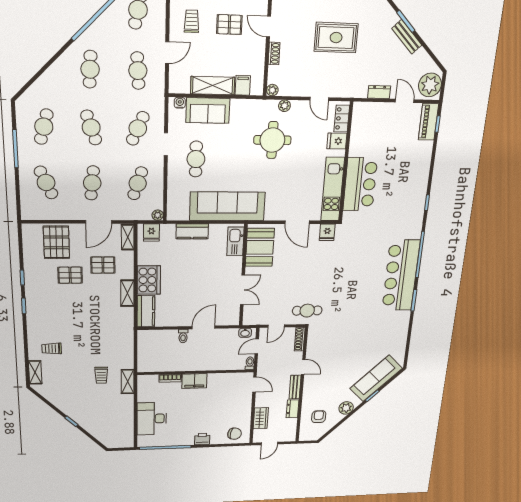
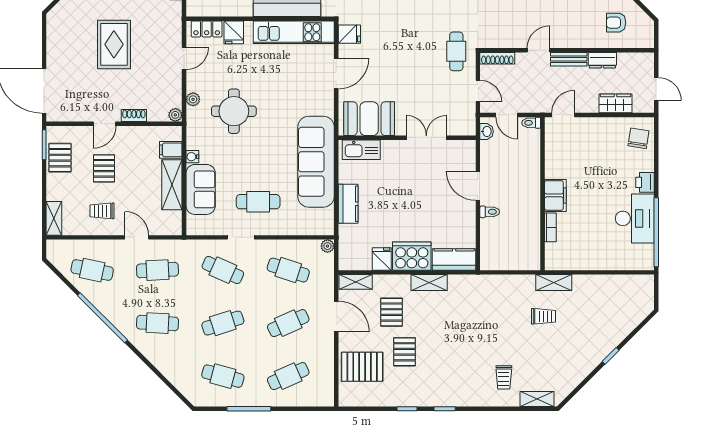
water cooler: (180, 103) -> (192, 157), moved
cafe table: (92, 183) -> (288, 323), turned -30
fridge: (151, 232) -> (382, 259), moved, turned -90
desk: (152, 419) -> (635, 218), moved, turned -90

